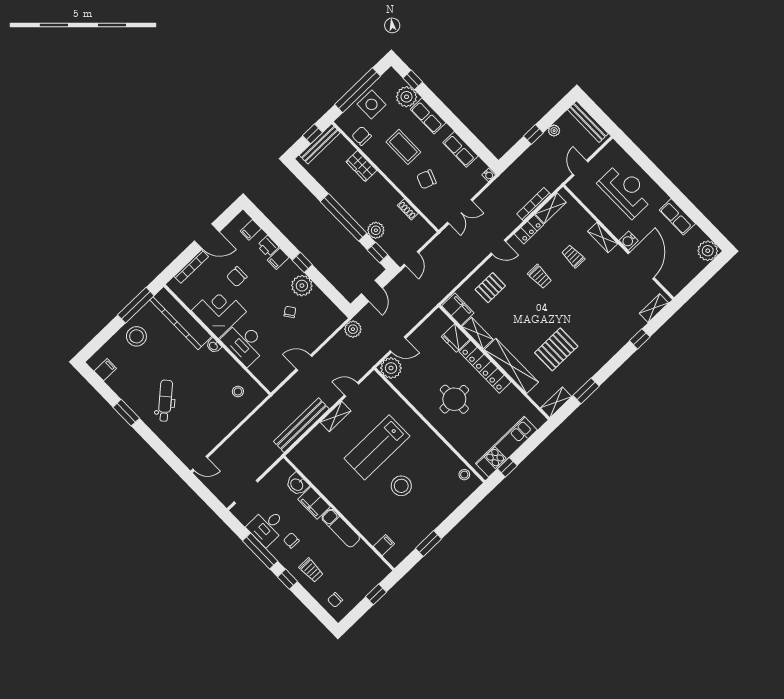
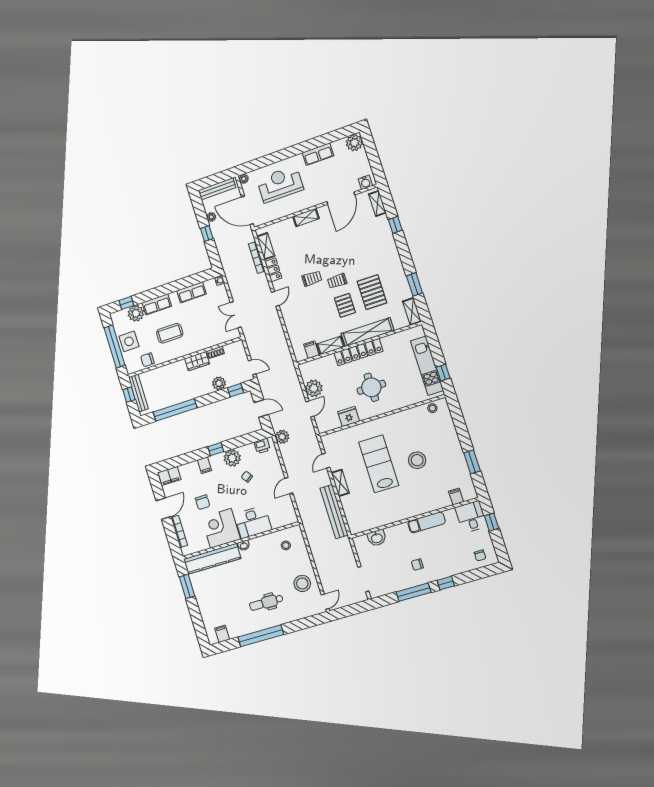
plant: (613, 147) -> (244, 179), added
wardrobe: (361, 166) -> (197, 361), moved
door: (580, 168) -> (247, 210), width x1.88
chair: (426, 179) -> (201, 328), removed
double door: (460, 212) -> (236, 315), swing flipped
window: (344, 217) -> (175, 410), moved
filing cabinet: (251, 230) -> (170, 476), width x2.00
water cooler: (629, 241) -> (365, 182), moved
printer: (268, 246) -> (262, 446), moved
trolley: (573, 256) -> (337, 281), moved
door: (641, 266) -> (341, 198), swing flipped
pallet: (490, 288) -> (345, 305), moved
window: (136, 305) -> (187, 586), width x0.69
filing cabinet: (458, 309) -> (311, 350), width x0.50
stool: (136, 336) -> (302, 583), moved
fridge: (455, 338) -> (349, 416), moved, turned 180
plant: (391, 368) -> (314, 388), moved
dental chair: (165, 401) -> (266, 602), turned -49
window: (126, 413) -> (261, 636), width x2.11
lab bench: (377, 447) -> (379, 464), turned 180
filing cabinet: (314, 503) -> (397, 533), removed
desk: (267, 527) -> (471, 517), moved, turned 180
trolley: (311, 570) -> (448, 562), removed

